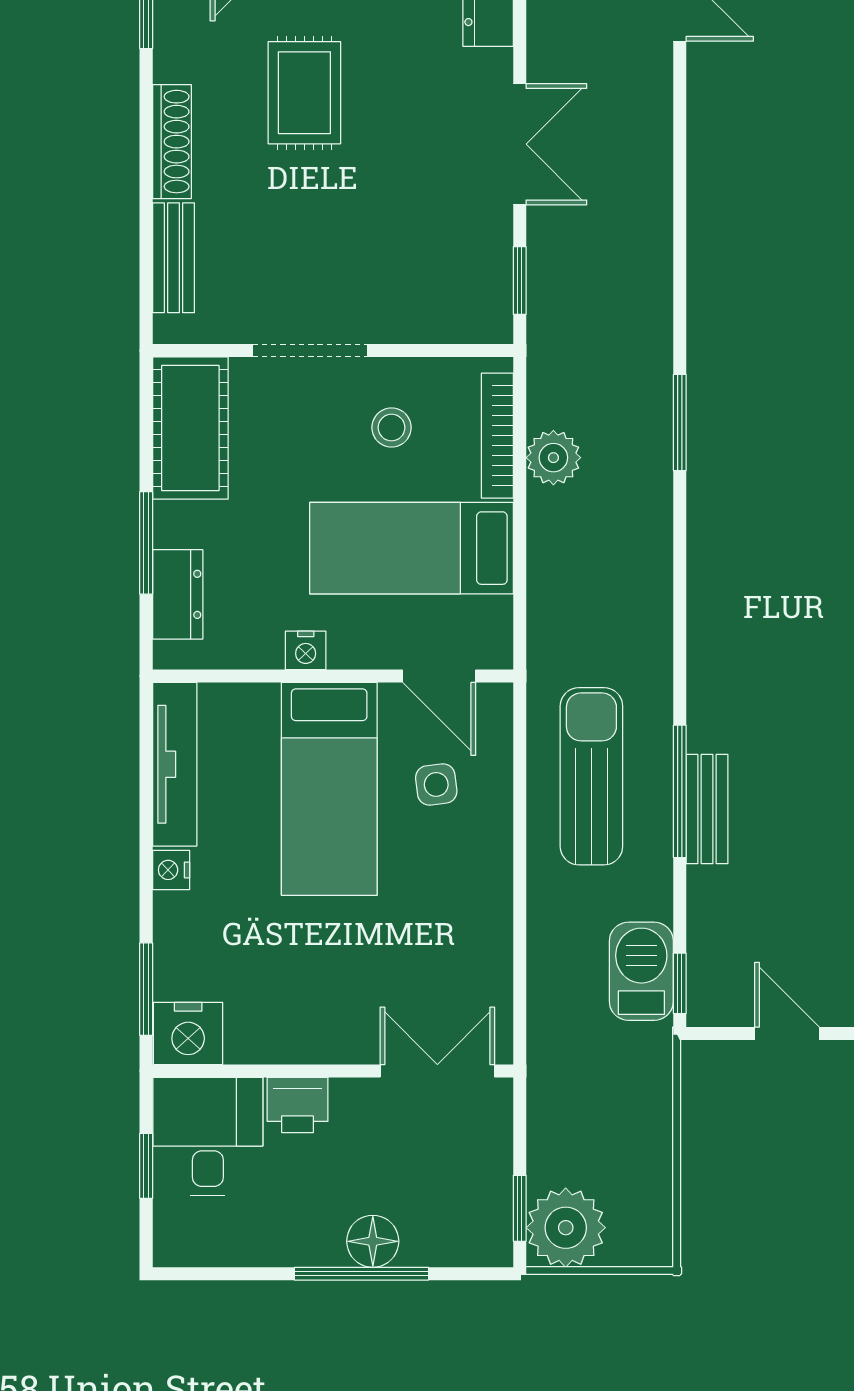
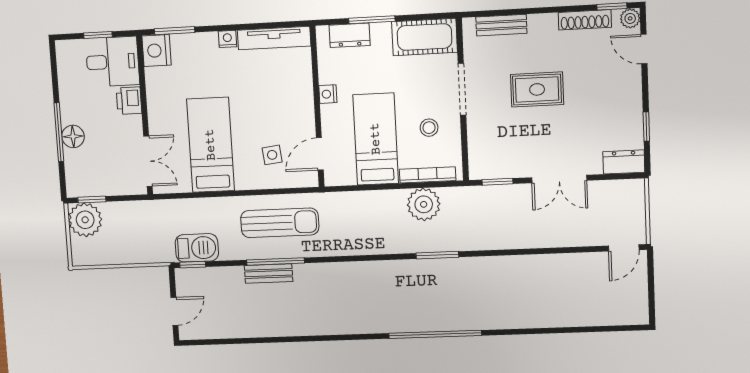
rug: (304, 93) -> (537, 89), moved
shoe rack: (172, 142) -> (585, 20), moved
plant: (553, 458) -> (424, 204), width x1.36, depth x1.36
bed: (329, 789) -> (211, 145), moved, turned 90

